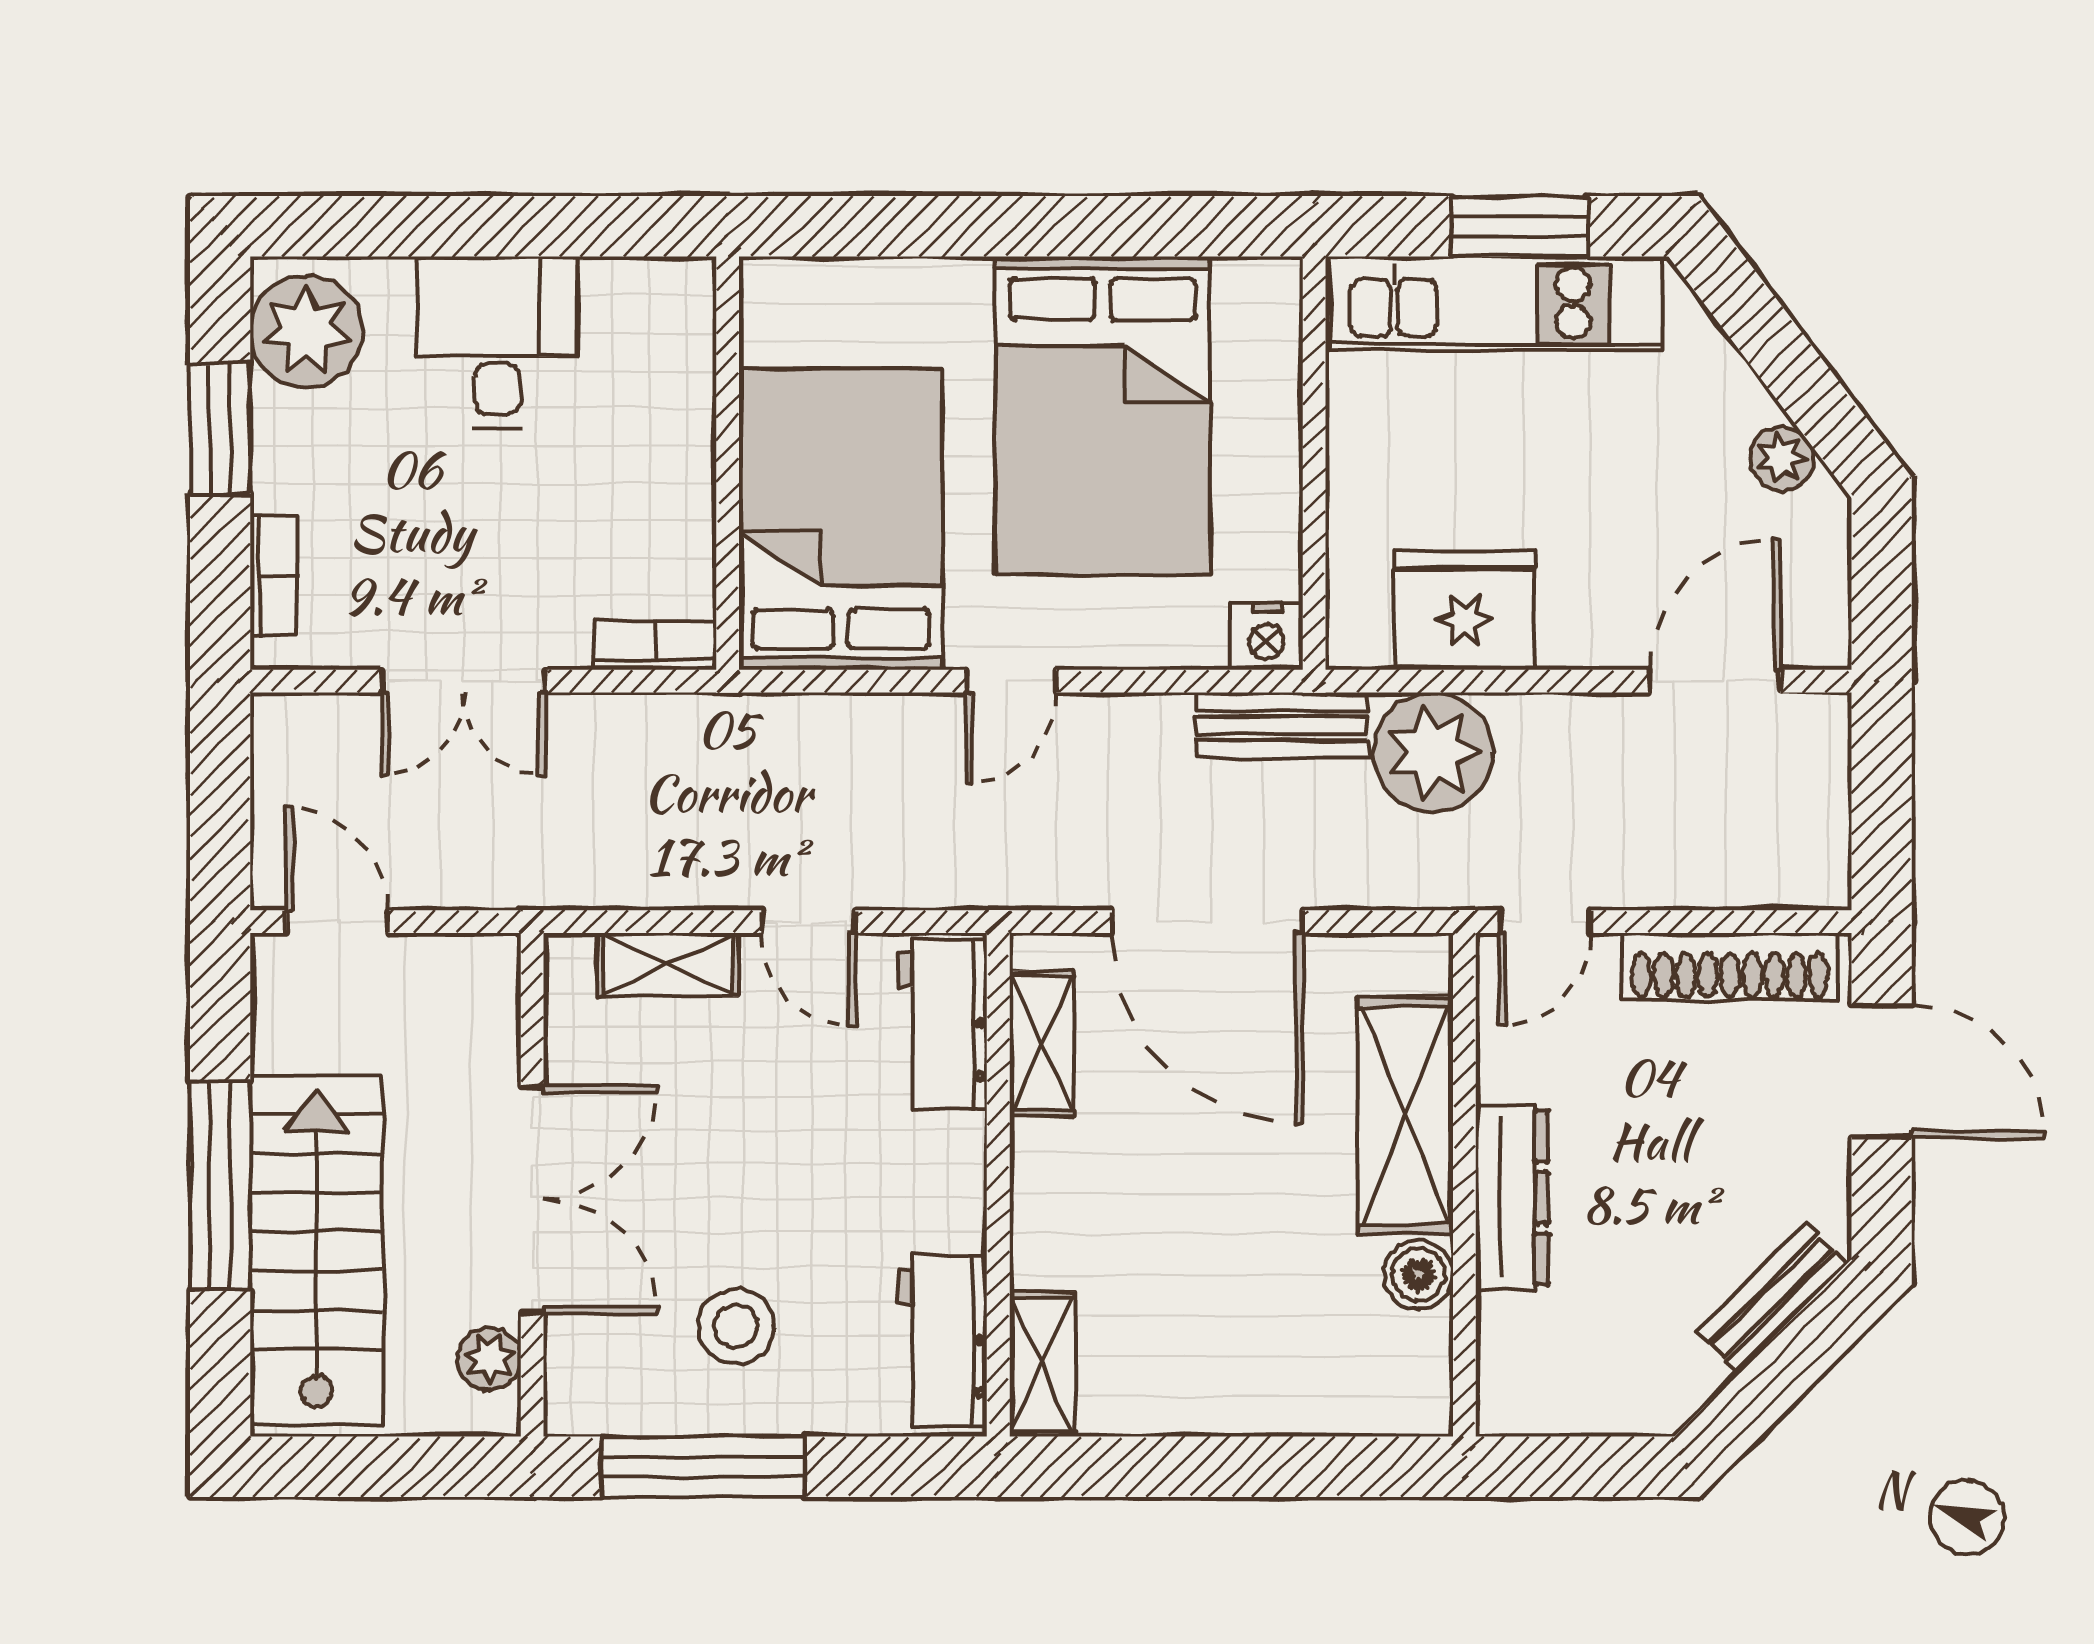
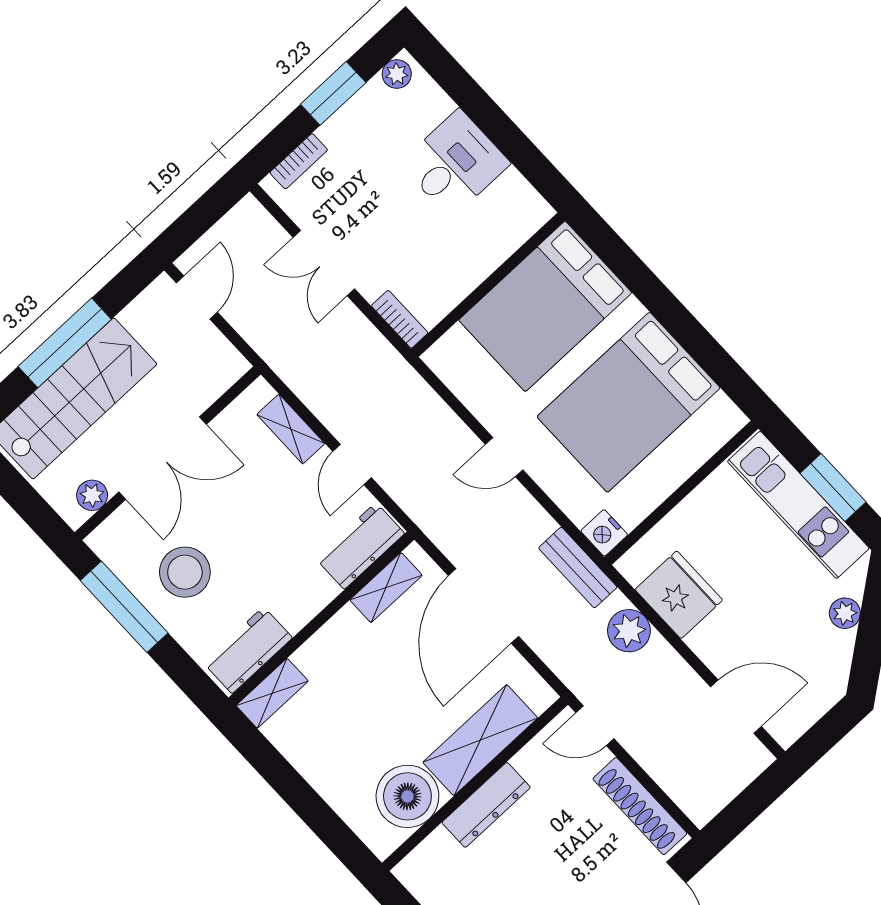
plant: (306, 331) -> (397, 74), width x0.53, depth x0.53
plant: (1782, 458) -> (845, 613), moved
bed: (841, 519) -> (545, 306), moved, turned 180
plant: (1433, 752) -> (629, 631), width x0.73, depth x0.73
boiler: (1418, 1275) -> (407, 796), width x1.86, depth x1.86
stool: (736, 1326) -> (185, 572), width x1.38, depth x1.38

